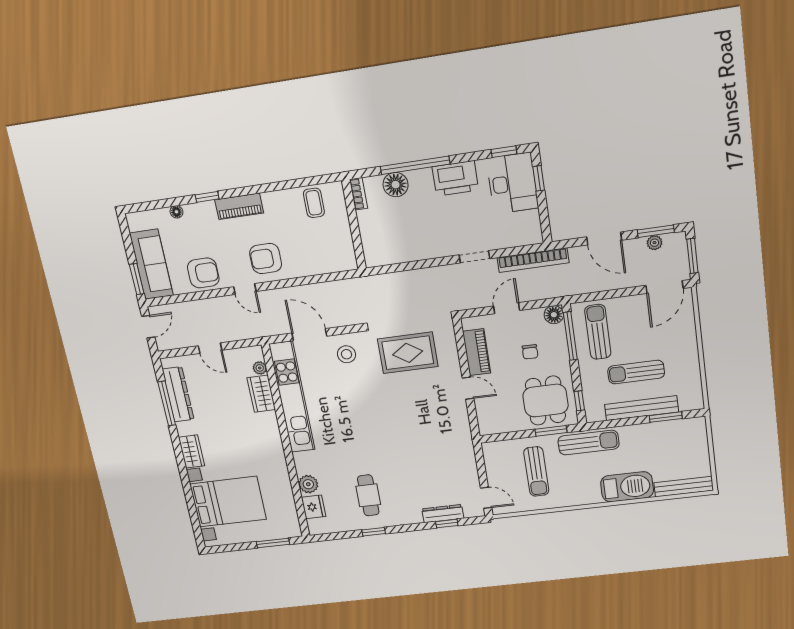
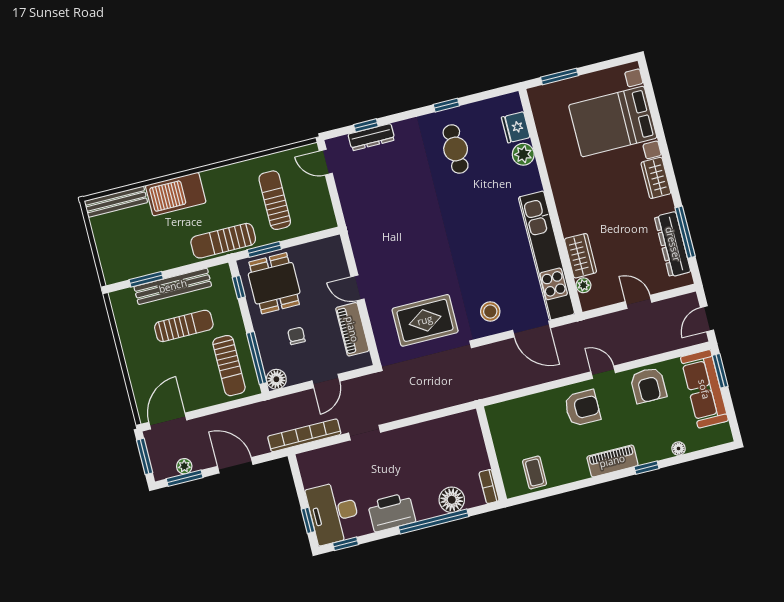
armchair: (203, 273) -> (648, 385), turned -90

